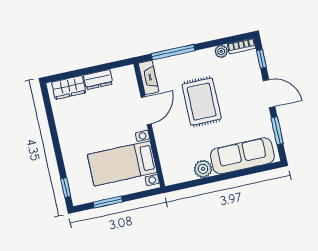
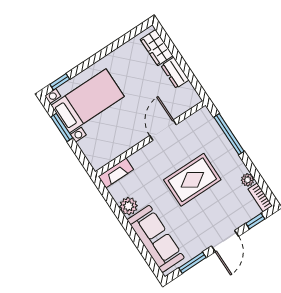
fireplace: (149, 78) -> (116, 173), moved
door: (146, 111) -> (163, 130), swing flipped
bed with nightstands: (122, 163) -> (88, 101), moved, turned 90

